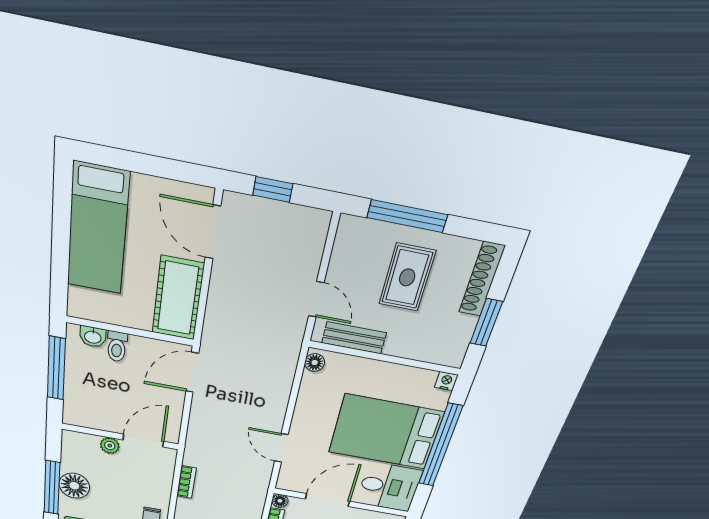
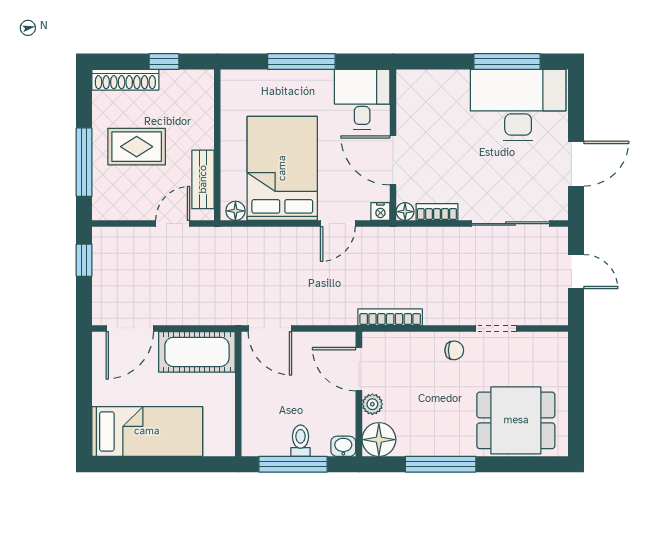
window: (273, 189) -> (84, 260), moved
window: (486, 323) -> (164, 62), width x0.67
washbasin: (93, 337) -> (343, 446), moved, turned -90
toilet: (117, 347) -> (300, 441), moved, turned -90
nightstand: (446, 381) -> (380, 212), moved, turned -90
bed: (386, 432) -> (282, 168), moved, turned 180
window: (440, 446) -> (301, 62), width x0.68
bookcase: (186, 482) -> (390, 317), width x1.56
floor lamp: (74, 486) -> (379, 440), moved

